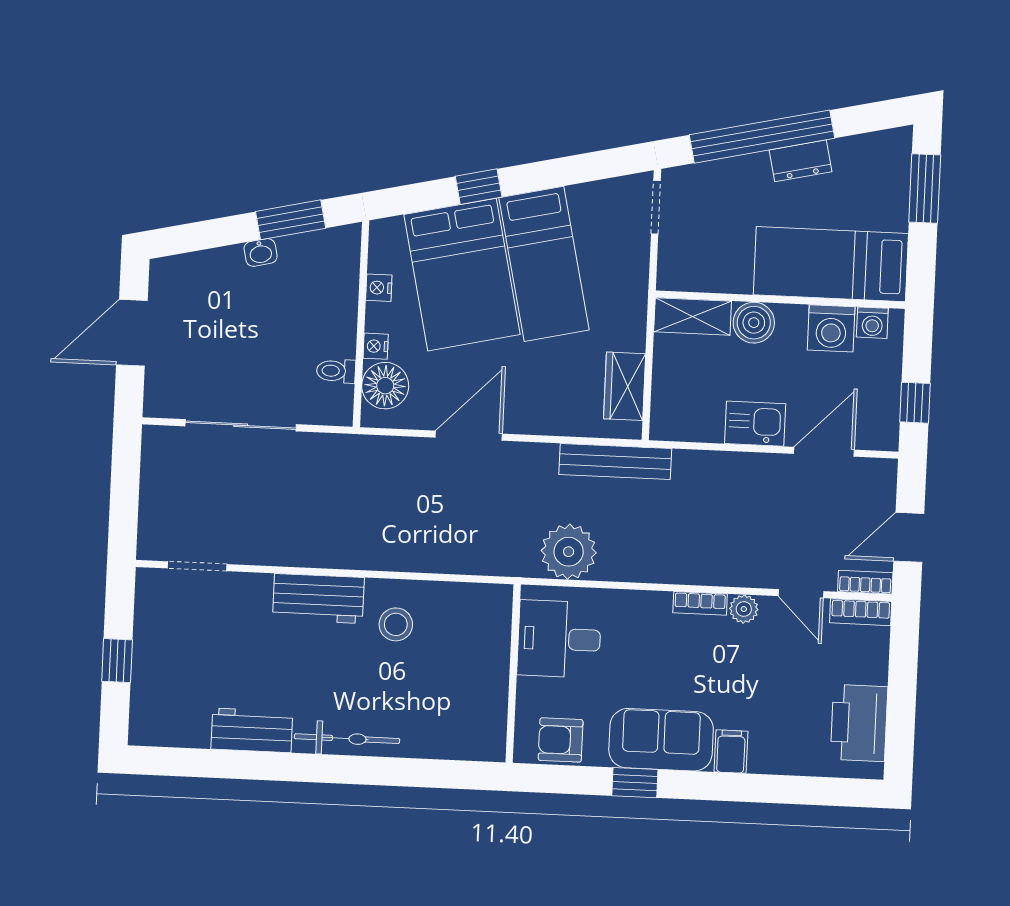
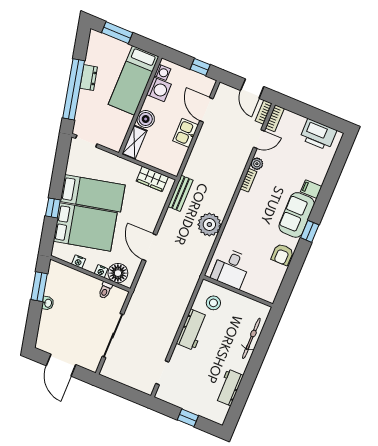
bench: (615, 461) -> (181, 193), width x0.73
desk: (559, 639) -> (231, 268), moved
wall: (513, 674) -> (238, 291), moved
workbench: (252, 730) -> (229, 387), moved

